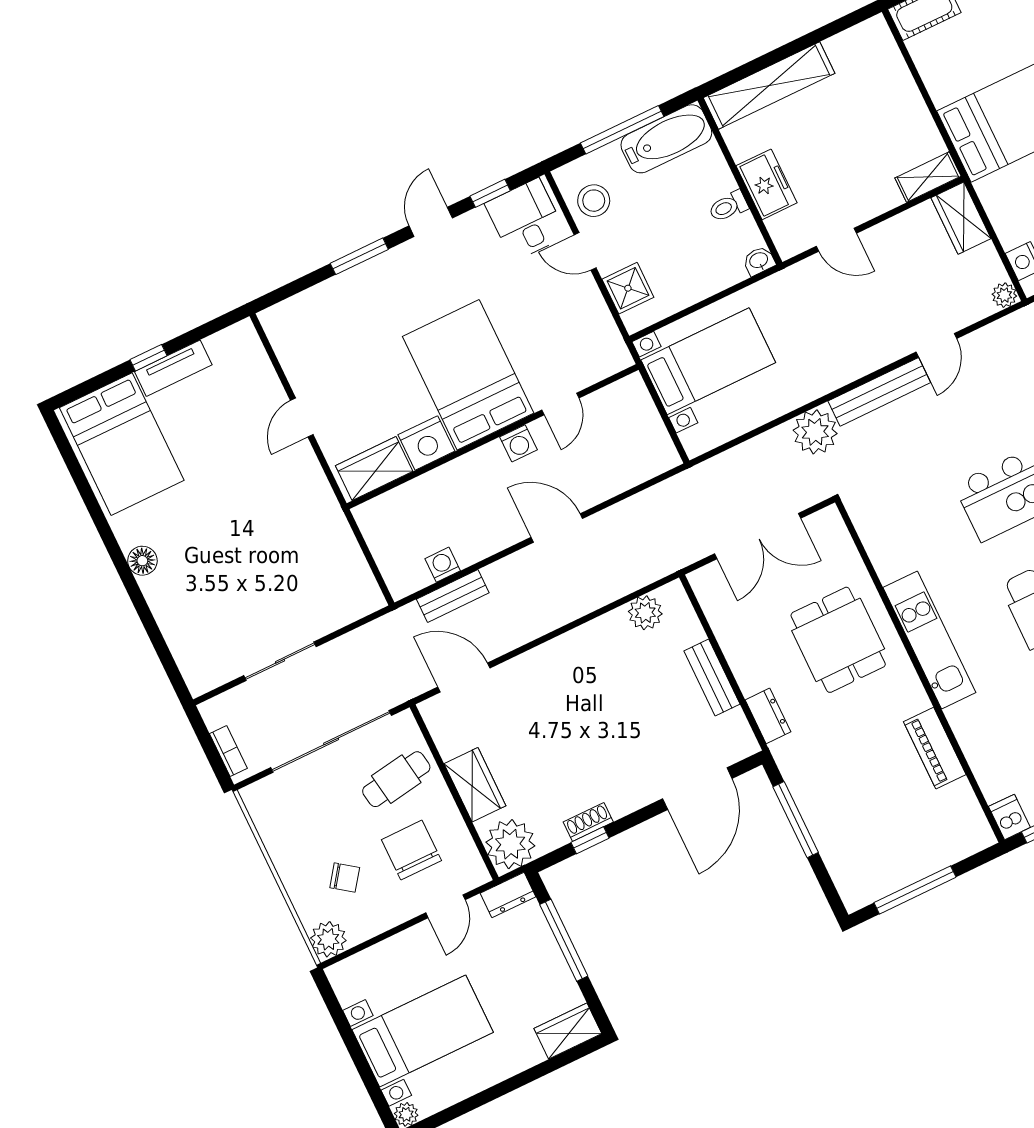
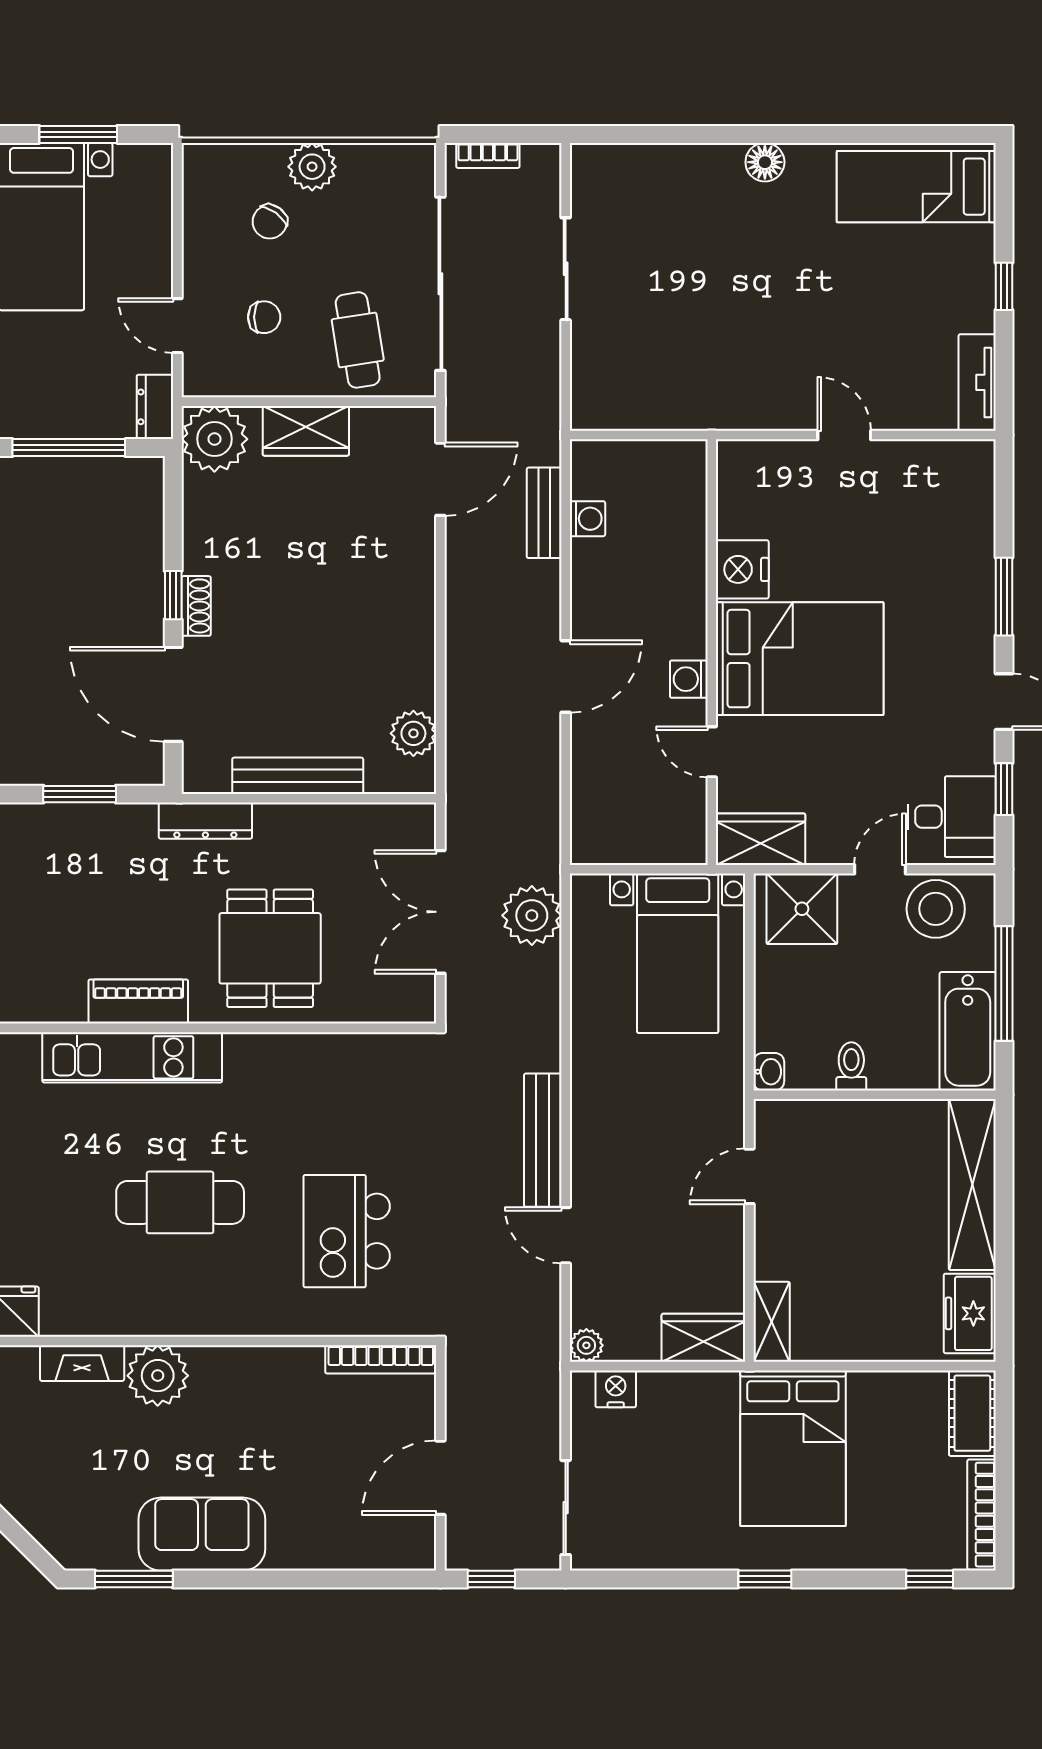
freezer: (767, 184) -> (970, 1313), moved, turned 90
stool: (594, 201) -> (936, 909), width x1.38, depth x1.38
shower: (628, 288) -> (802, 909), width x1.36, depth x1.36
tv unit: (173, 368) -> (977, 382), moved
plant: (815, 432) -> (532, 915), moved
bed: (122, 444) -> (916, 187), width x0.67
wardrobe: (374, 468) -> (761, 839), moved, turned -90
dining table: (838, 640) -> (270, 948), turned 90
kitchen unit: (929, 640) -> (132, 1057), moved
bench: (712, 677) -> (298, 776), width x1.36
dresser: (768, 716) -> (205, 821), width x1.44
piano: (935, 748) -> (138, 1002), moved
window: (796, 820) -> (80, 794), width x0.69
shoe rack: (588, 822) -> (196, 606), moved
window: (590, 840) -> (173, 595), moved
chair: (411, 850) -> (264, 317), width x0.54, depth x0.54
plant: (328, 939) -> (312, 167), moved
window: (348, 1036) -> (78, 134), added

